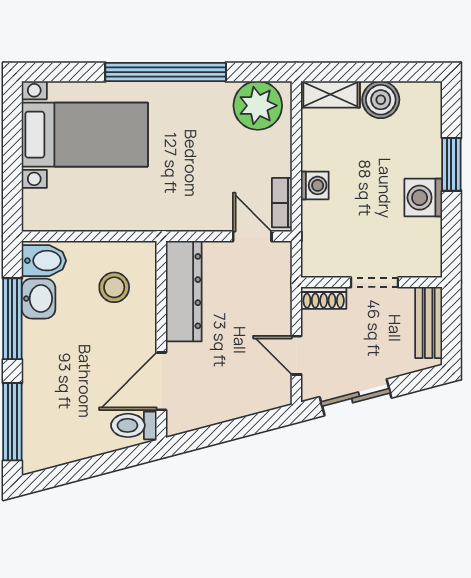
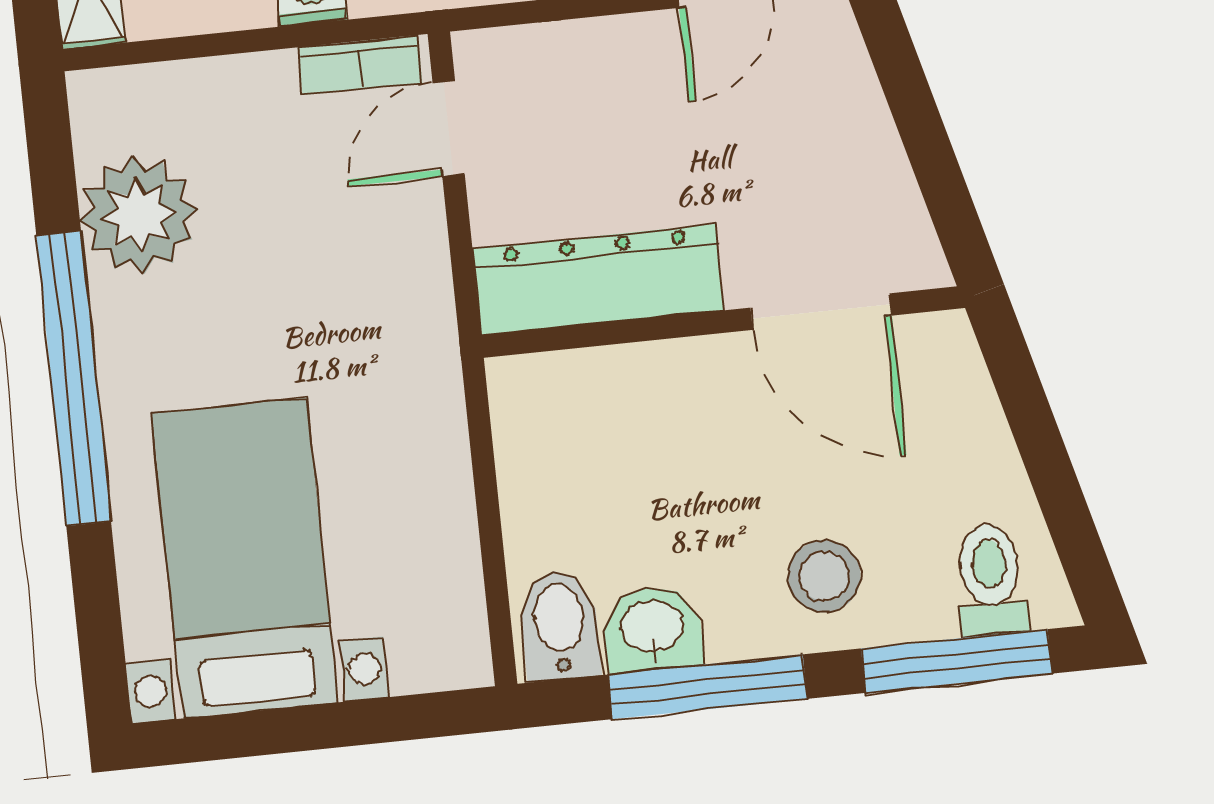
plant: (258, 106) -> (139, 215), moved
stool: (114, 287) -> (824, 576), moved
toilet: (134, 425) -> (990, 579), moved, turned 180

